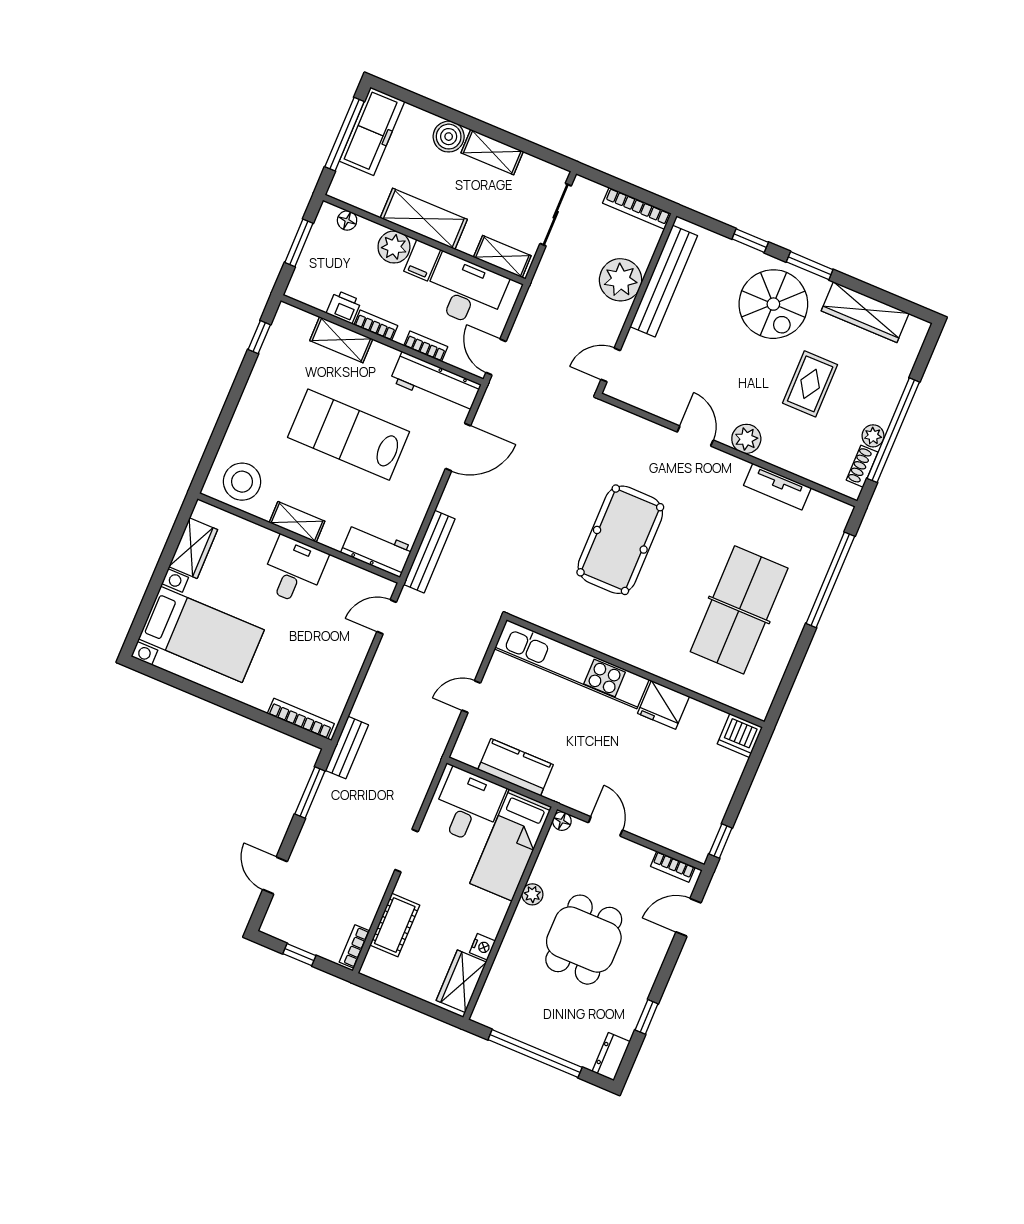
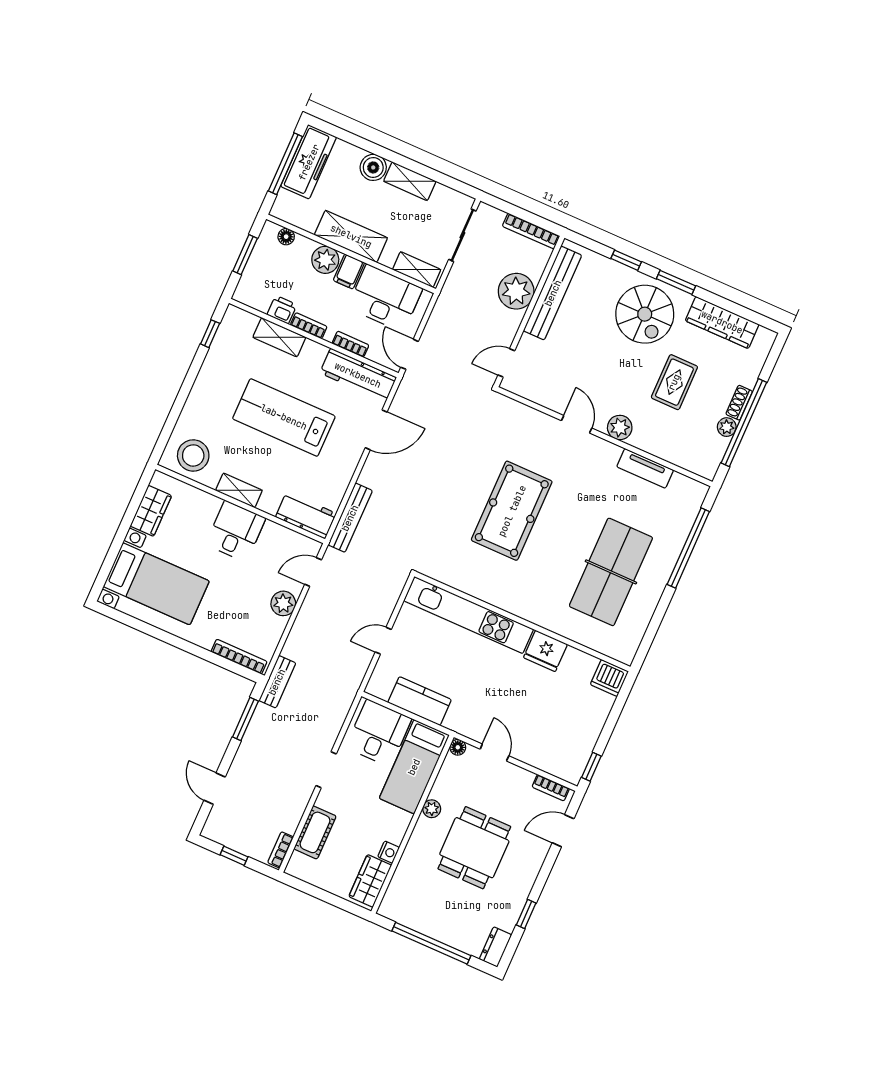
shoe rack: (862, 466) -> (739, 403), moved
plant: (352, 655) -> (283, 603), added

